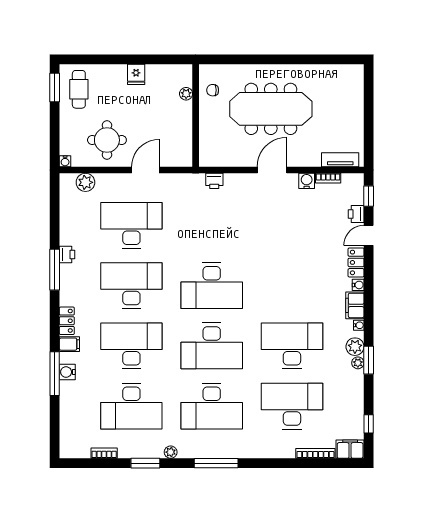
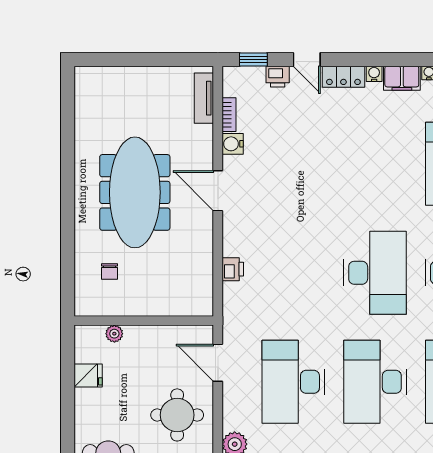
plant: (186, 94) -> (114, 334), moved
wall: (196, 115) -> (144, 321), moved

